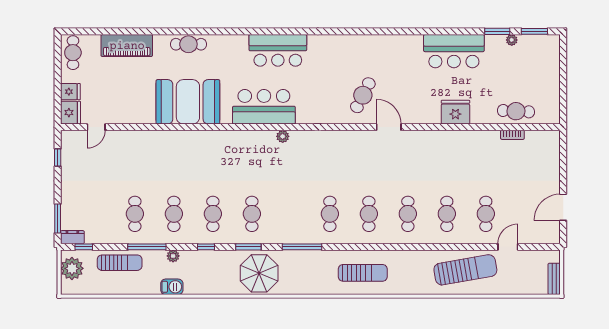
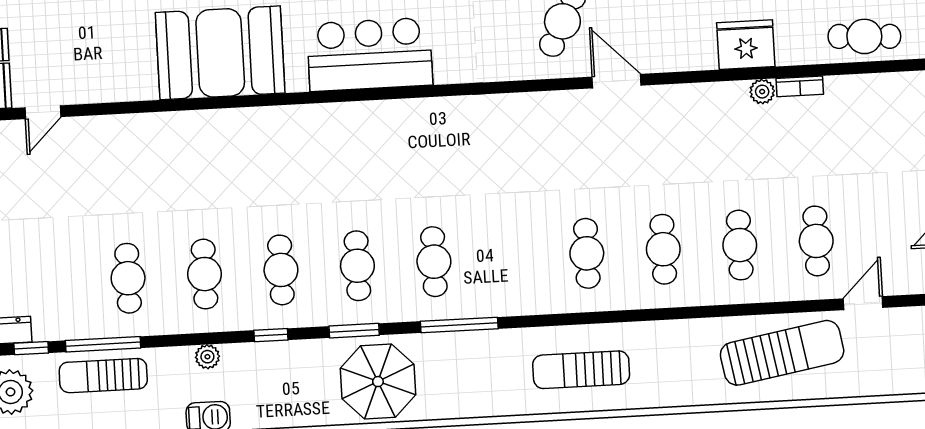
bookcase: (512, 135) -> (800, 86), moved
plant: (283, 136) -> (762, 92), moved
cafe table: (330, 214) -> (434, 262), moved
window: (147, 247) -> (103, 344), moved
sun lounger: (120, 263) -> (103, 376), turned 180
sun lounger: (363, 273) -> (581, 370), turned 180

